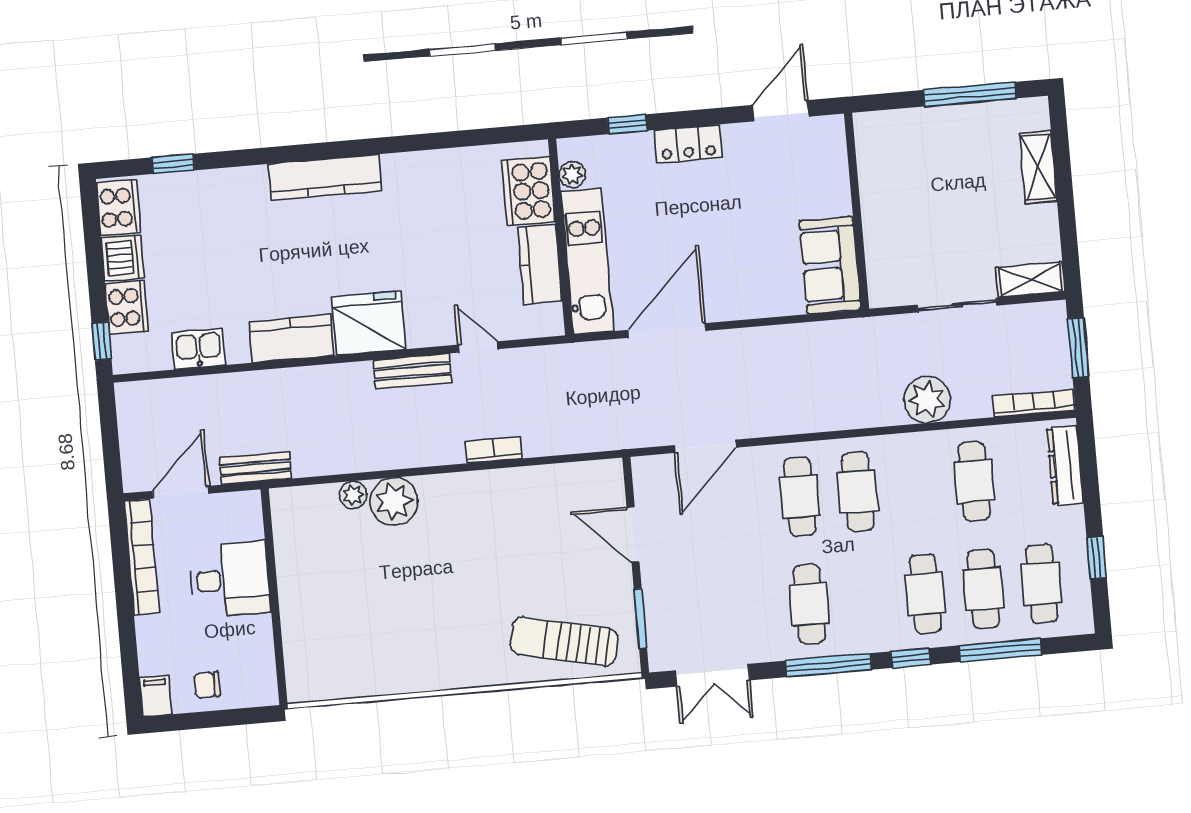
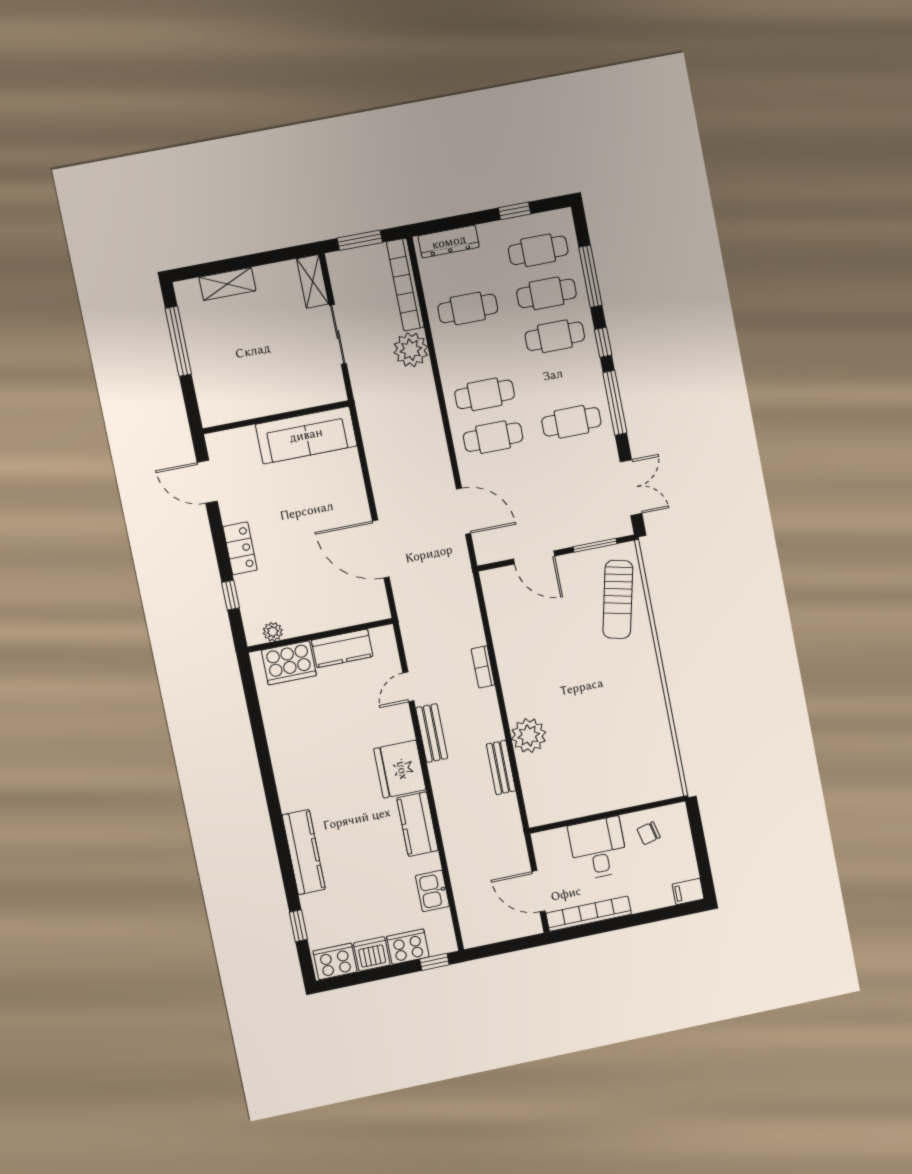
kitchen counter: (325, 177) -> (304, 852), moved
kitchen unit: (587, 261) -> (336, 614), removed
sofa: (830, 265) -> (306, 435), width x1.36
bookcase: (1034, 403) -> (405, 285), width x1.48, depth x1.31
bench: (255, 468) -> (501, 767), moved
plant: (353, 495) -> (527, 766), removed
door: (633, 534) -> (534, 557), hinge flipped
chair: (207, 685) -> (649, 833), moved, turned 77

